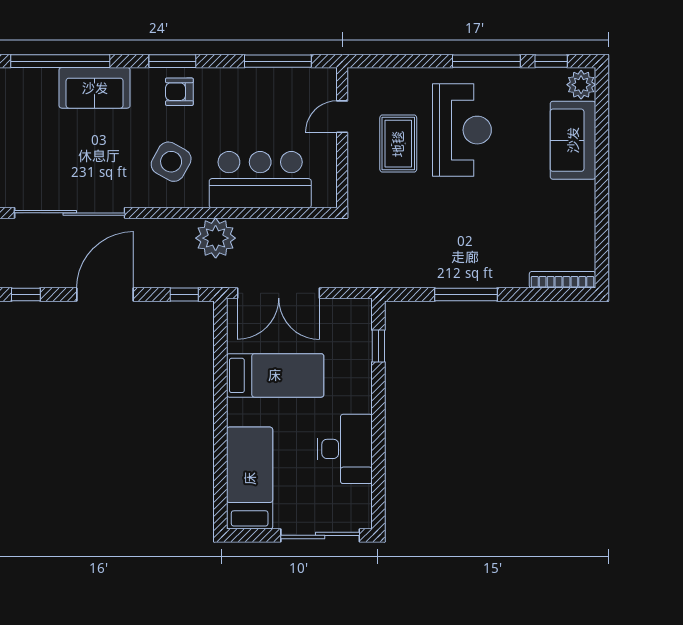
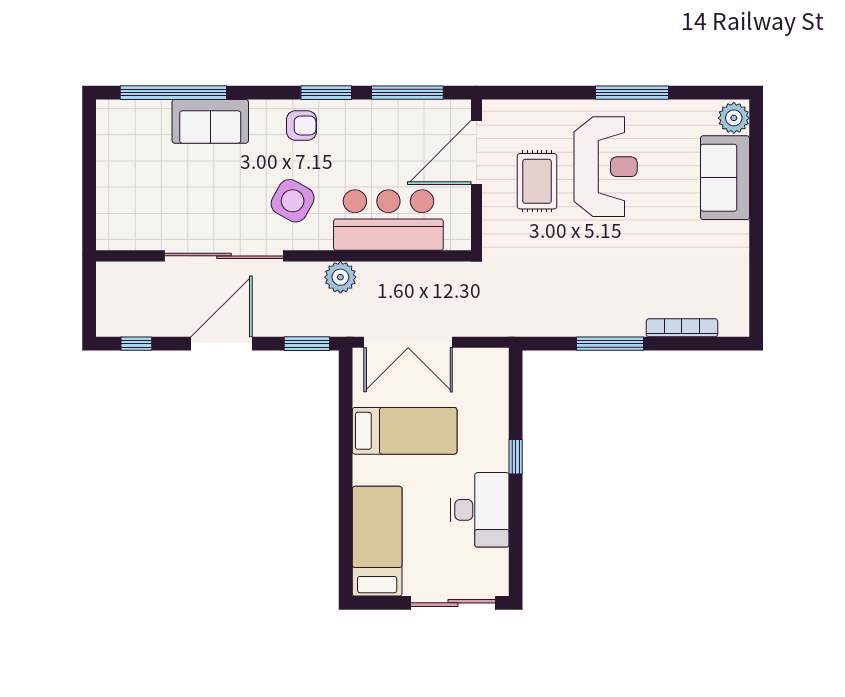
window: (172, 61) -> (326, 93), moved
window: (551, 61) -> (701, 93), removed
armchair: (179, 92) -> (301, 125), turned 180
door: (342, 117) -> (477, 152), width x1.87
sliding door: (70, 213) -> (224, 256), moved
plant: (216, 238) -> (340, 277), width x0.73, depth x0.73
bookcase: (562, 280) -> (682, 328), moved
window: (184, 294) -> (307, 344), width x1.50
window: (378, 346) -> (516, 457), moved

